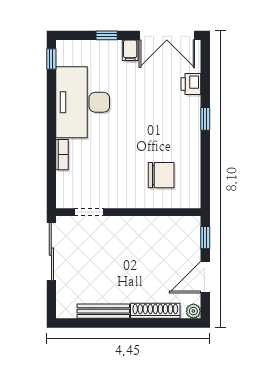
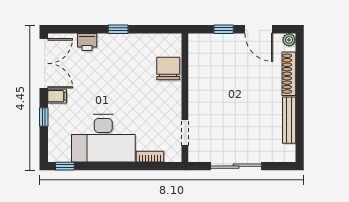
doorway: (89, 212) -> (185, 133), moved
wall: (128, 212) -> (185, 98), moved

